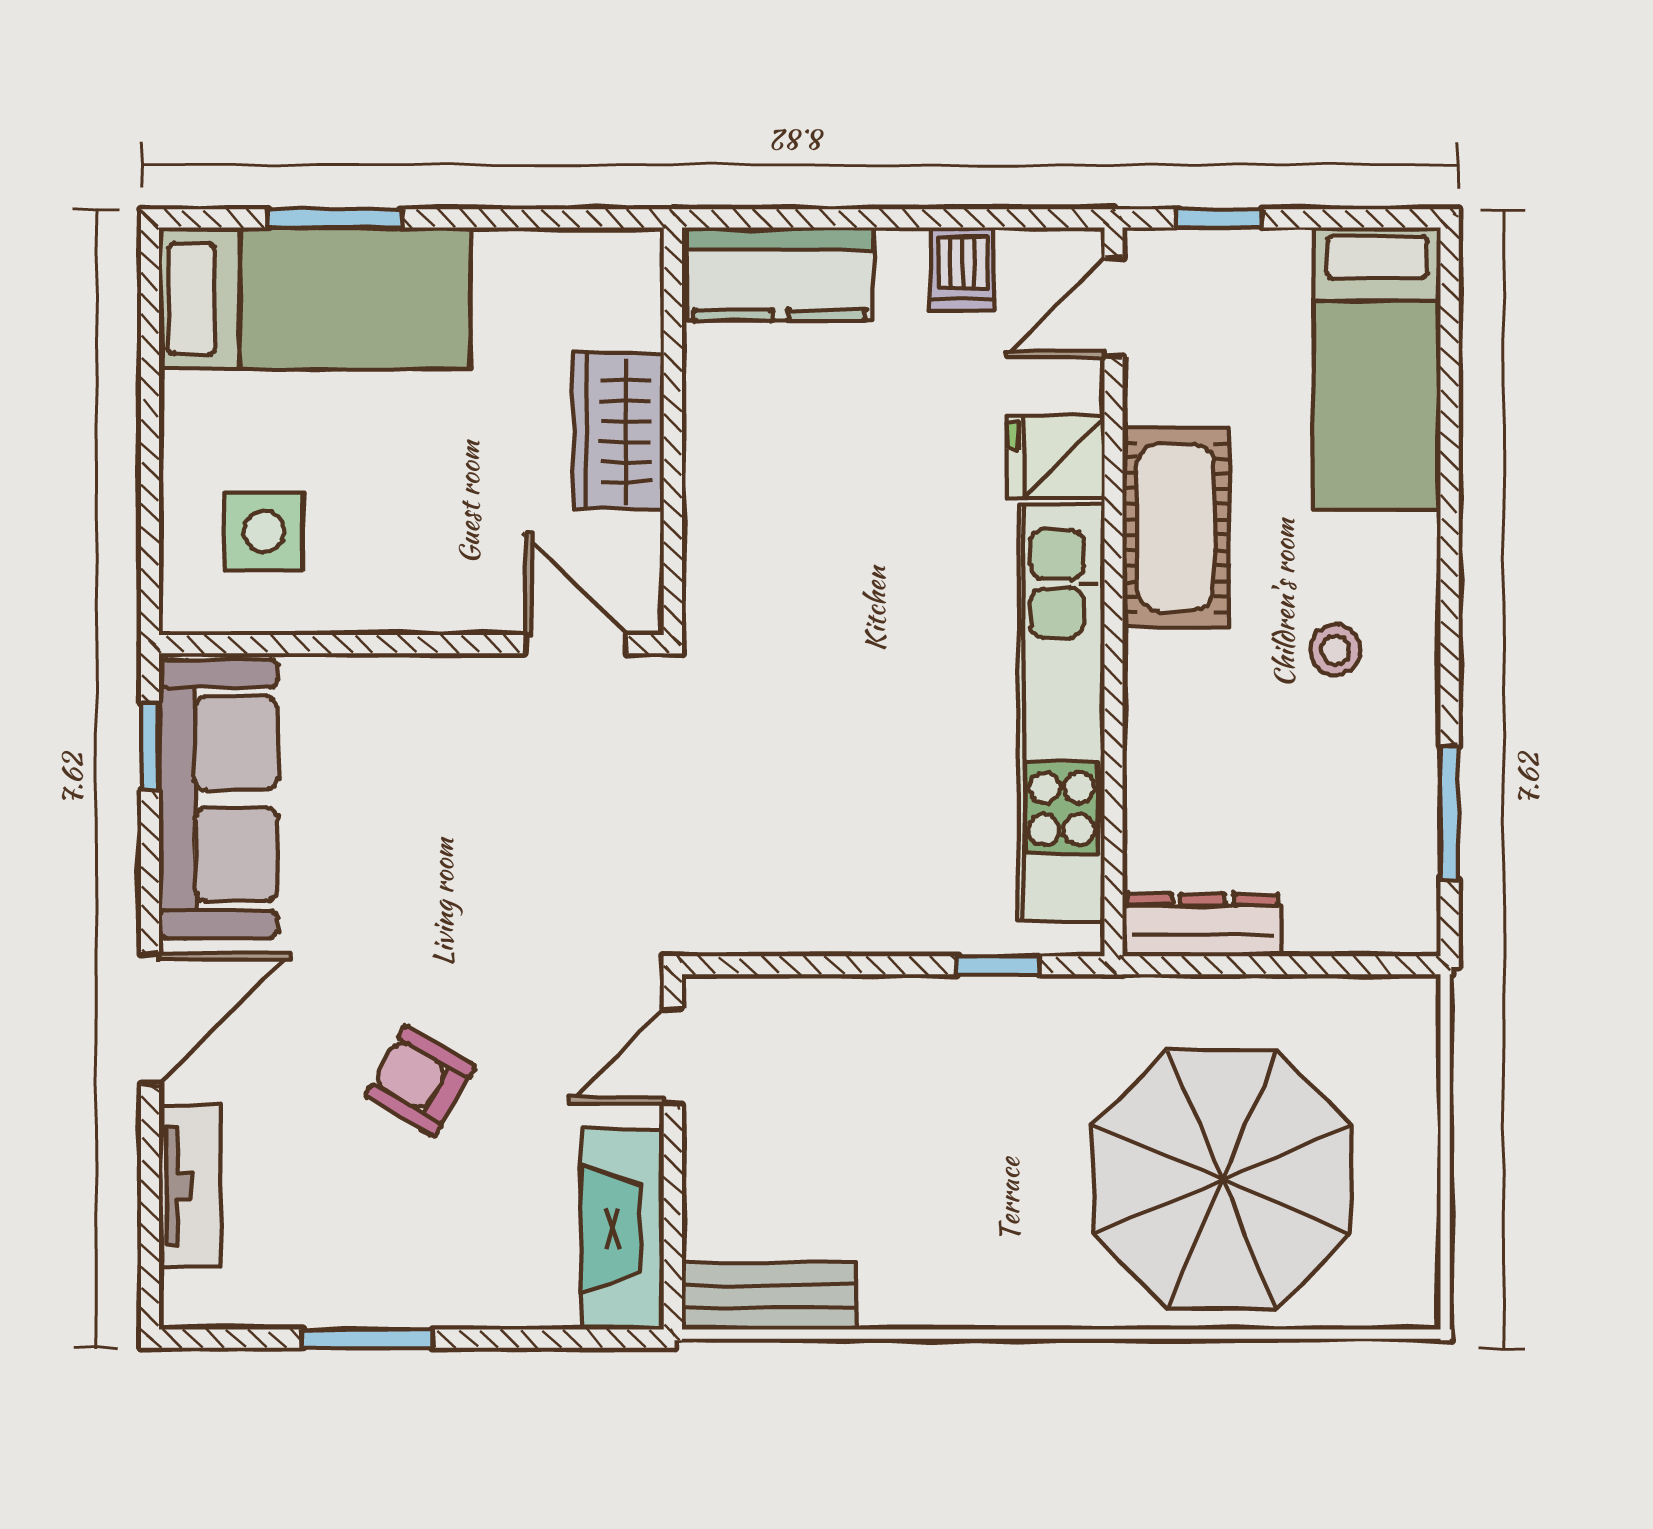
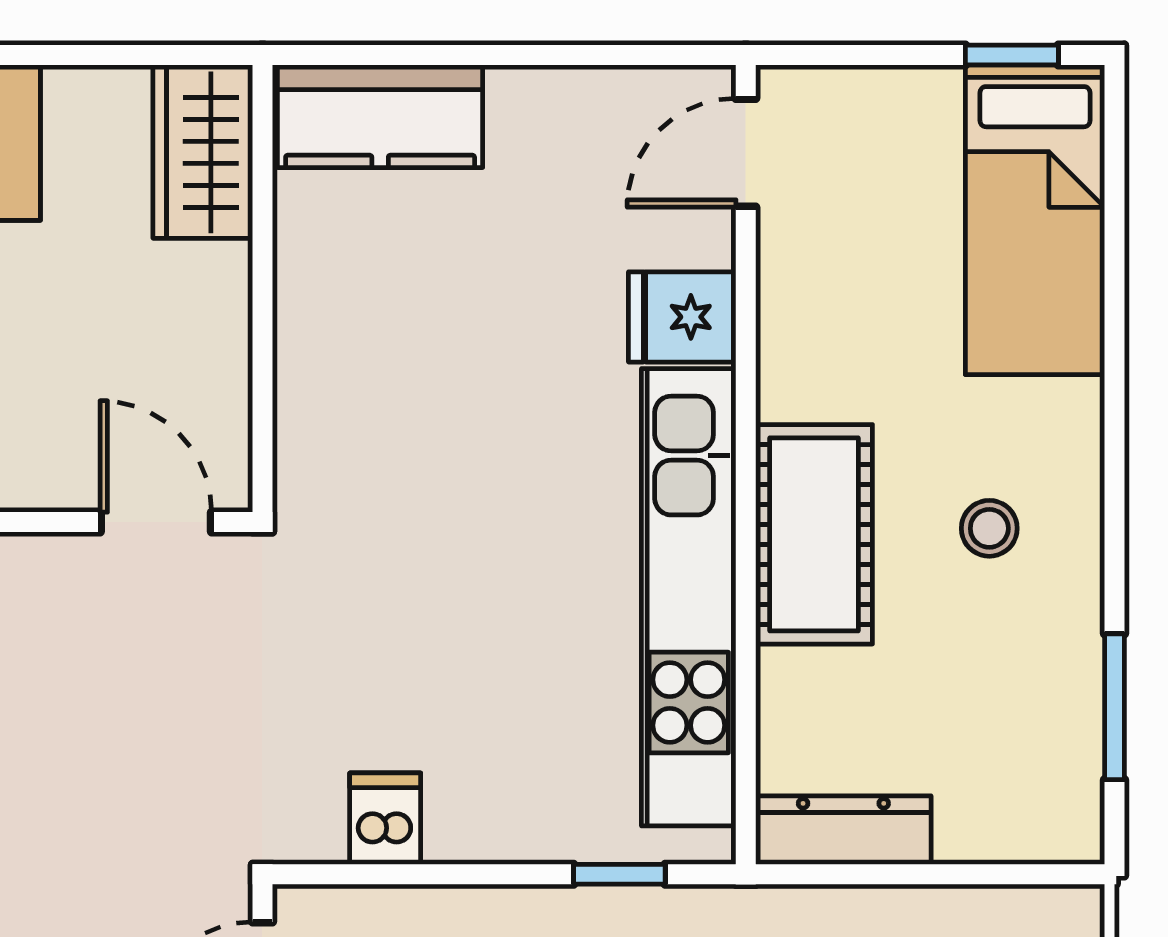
window: (1219, 218) -> (1012, 55), moved
dishwasher: (962, 269) -> (385, 819), moved, turned 180
wardrobe: (618, 431) -> (203, 152), moved
cot: (1176, 527) -> (814, 534), moved

